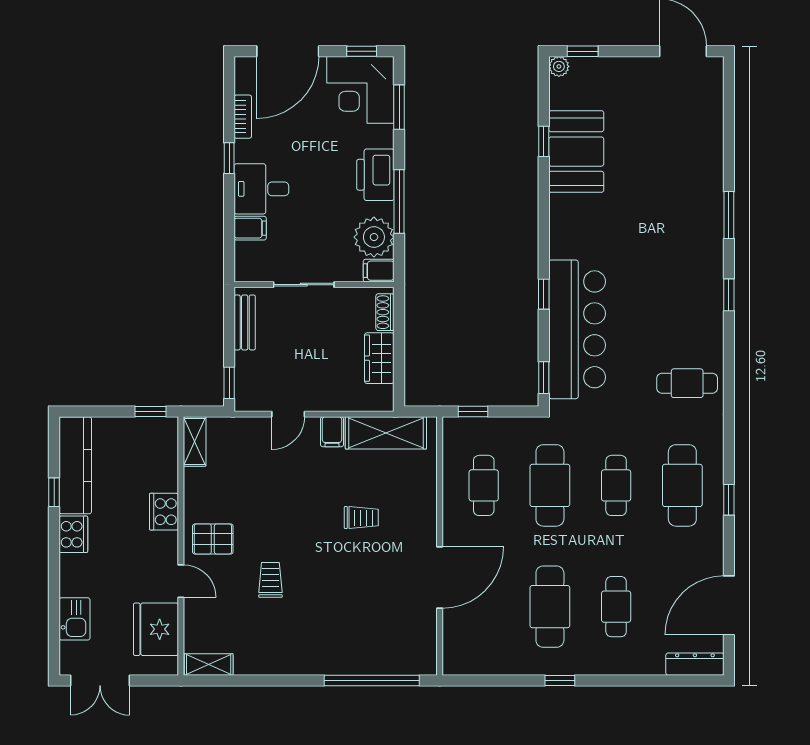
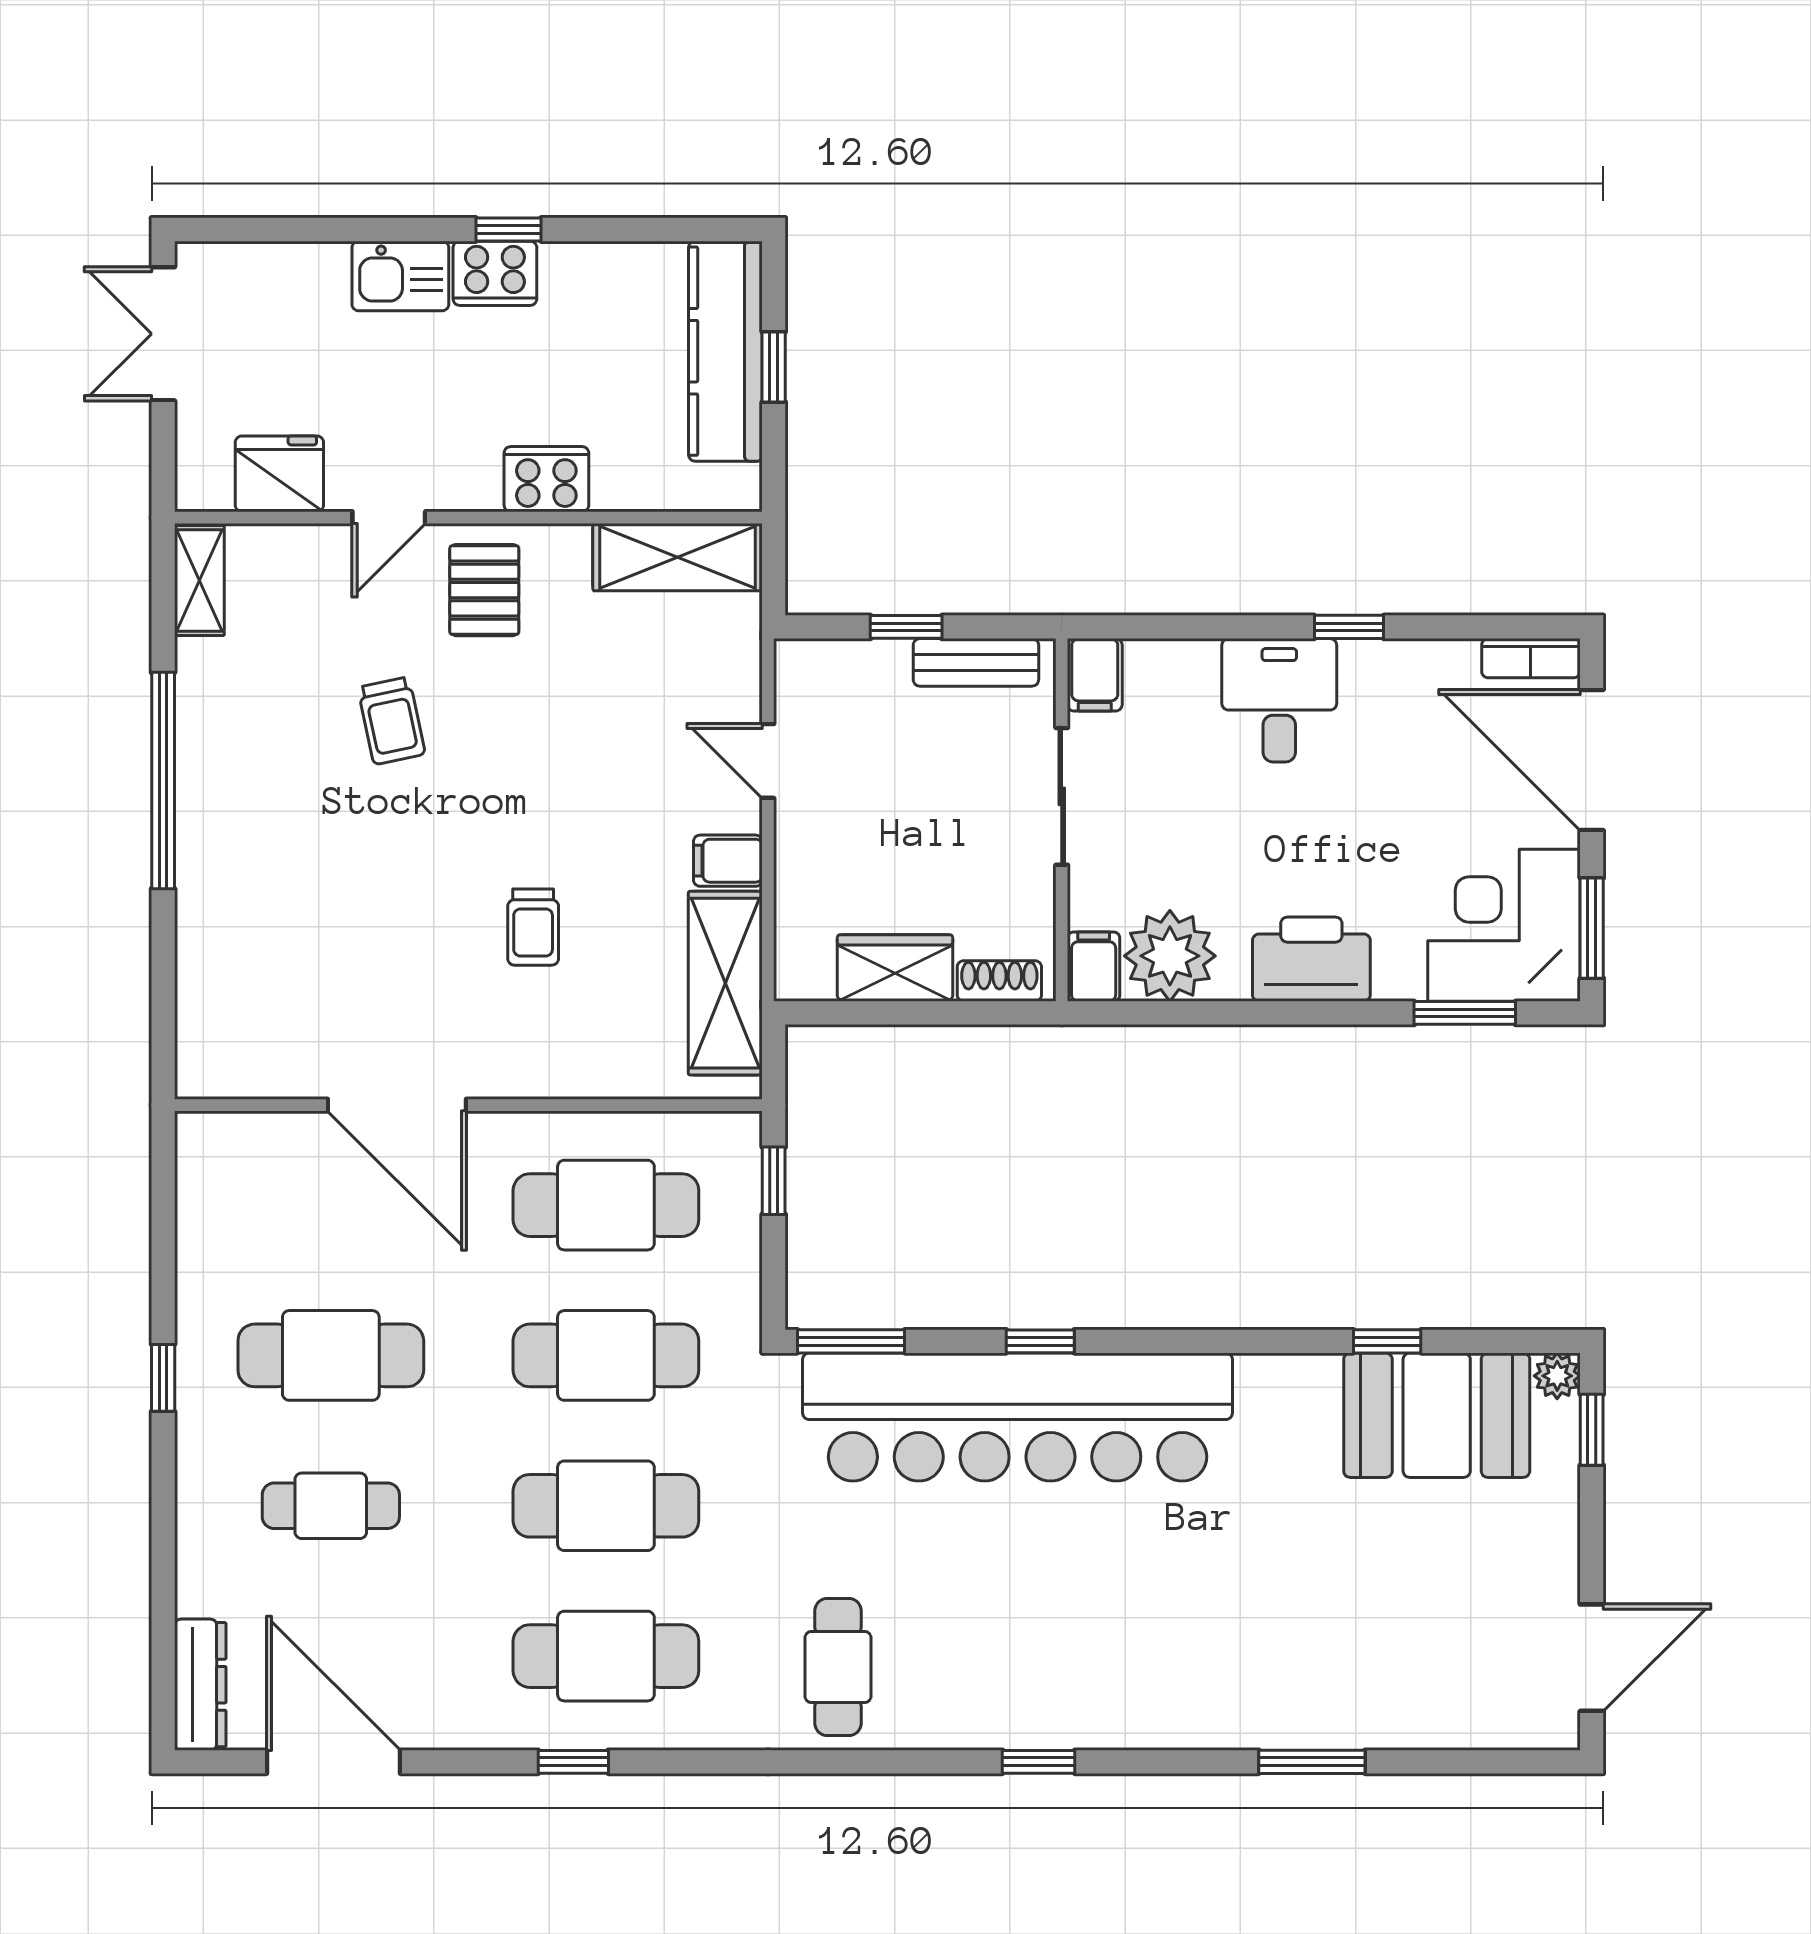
window: (362, 51) -> (1592, 928), width x1.50
bookcase: (243, 117) -> (1531, 658), moved
booth: (576, 152) -> (1437, 1415), moved
window: (399, 201) -> (1251, 1013), removed
window: (729, 215) -> (1312, 1762), moved
filing cabinet: (250, 228) -> (1095, 675), moved
bar counter: (577, 329) -> (1018, 1417), width x1.36
window: (544, 378) -> (851, 1341), width x1.50
window: (229, 383) -> (906, 627), moved
window: (150, 412) -> (774, 367), moved
shelving: (195, 441) -> (678, 557), width x1.50, depth x1.33
kitchen counter: (75, 465) -> (725, 351), moved, turned 90
cafe table: (484, 485) -> (606, 1205), width x1.37, depth x1.35
cafe table: (616, 485) -> (606, 1506), width x1.37, depth x1.35
window: (54, 492) -> (508, 229), moved
trolley: (270, 580) -> (391, 721), turned 78
kitchen sink: (74, 619) -> (400, 276), moved
fridge: (156, 629) -> (279, 474), width x0.73, depth x0.75
window: (372, 680) -> (163, 781), moved

